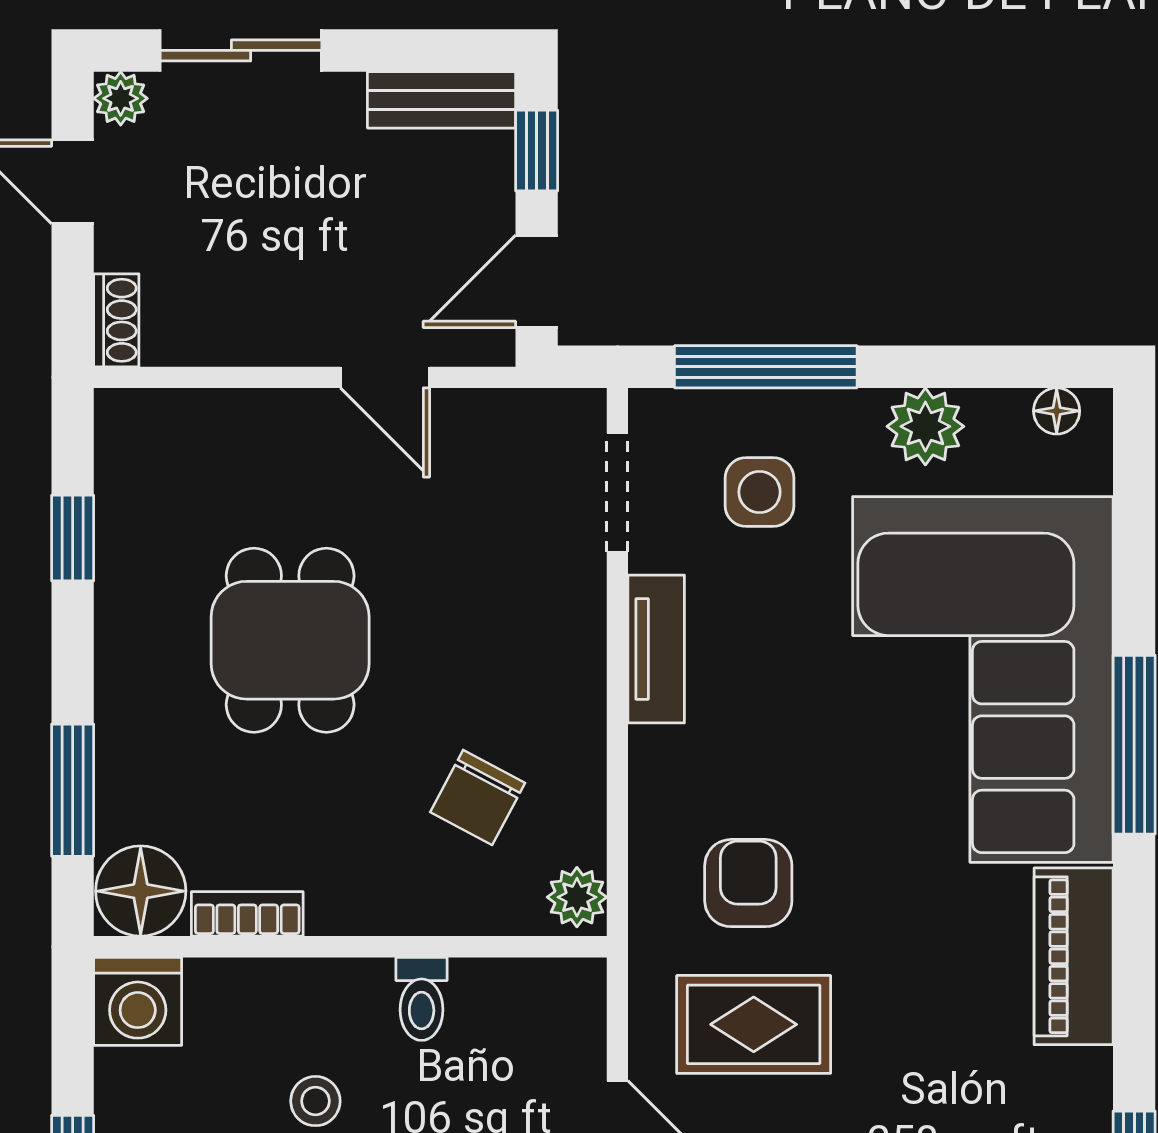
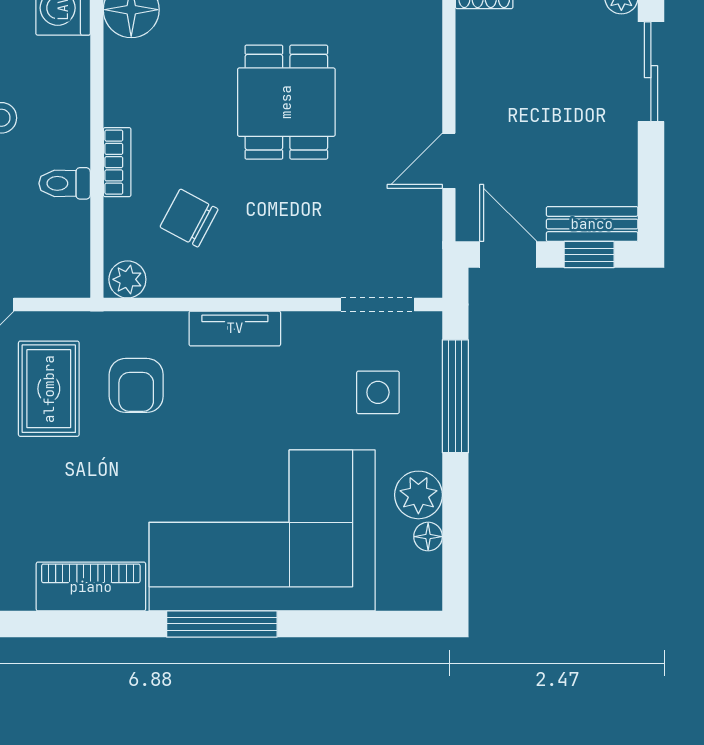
bench: (441, 100) -> (592, 224), moved, turned 90
floor lamp: (1057, 411) -> (428, 537), moved
dining table: (290, 640) -> (286, 102), turned 90
tv unit: (656, 649) -> (235, 328), moved
armchair: (748, 883) -> (136, 385), turned 90
bookcase: (247, 914) -> (117, 162), moved

